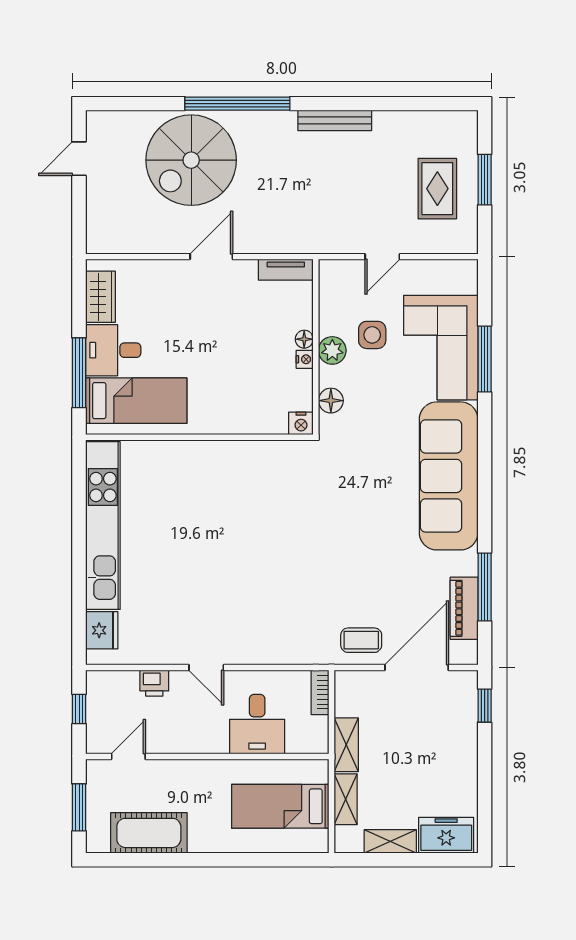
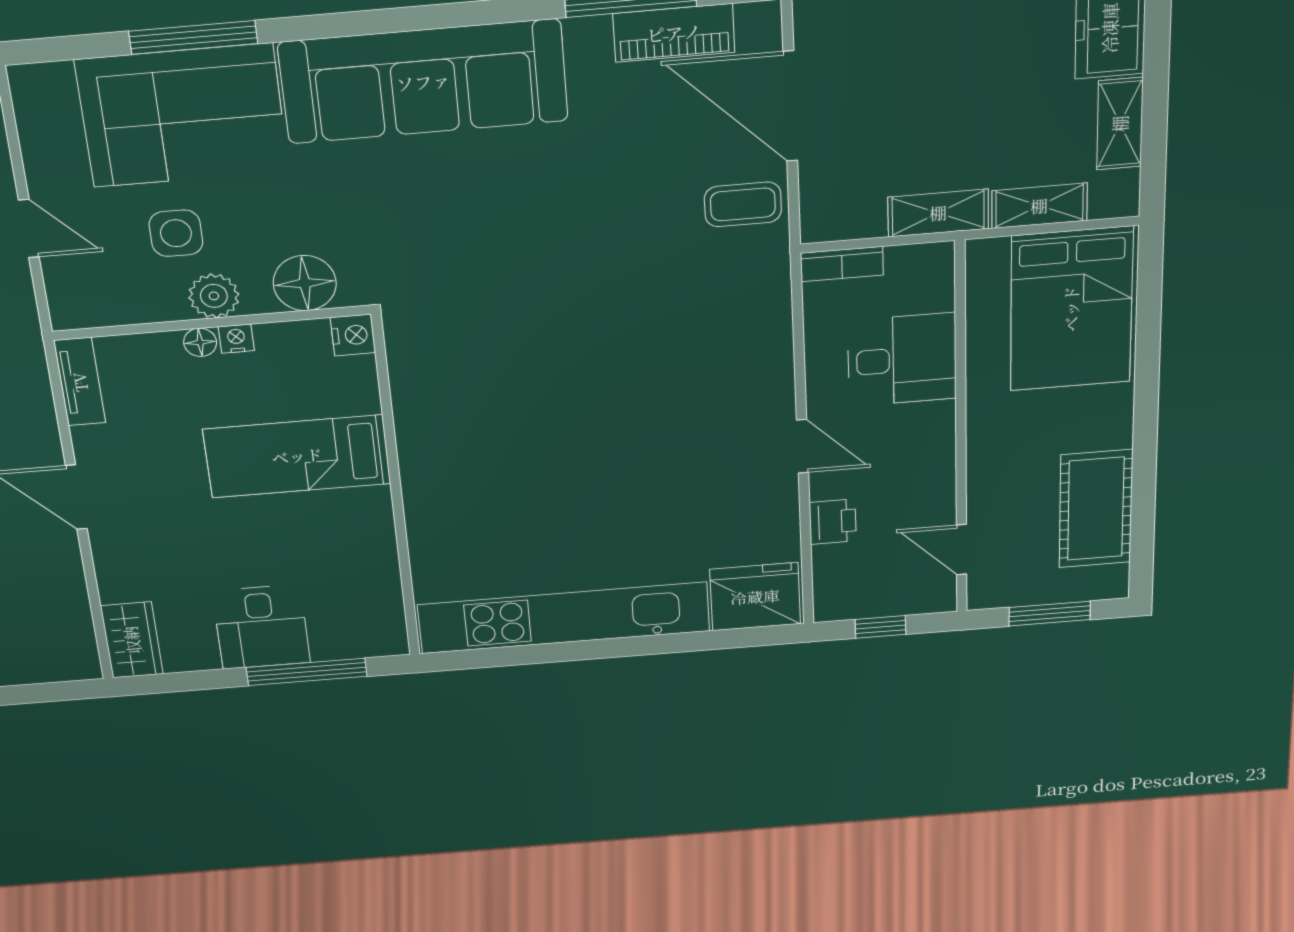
wardrobe: (100, 297) -> (132, 640), moved, turned 90
bed: (136, 401) -> (297, 456), moved, turned -90
floor lamp: (331, 401) -> (305, 283), width x1.38, depth x1.38
fridge: (102, 630) -> (755, 597), width x1.36, depth x1.34
coffee table: (361, 640) -> (743, 204), turned 90
door: (206, 667) -> (802, 446), hinge flipped
bed: (280, 806) -> (1071, 309), width x1.50

